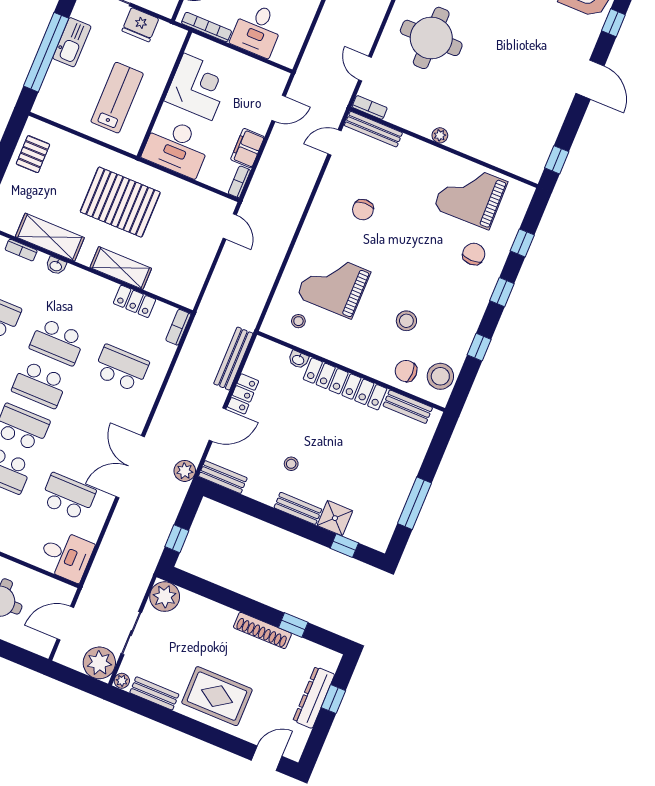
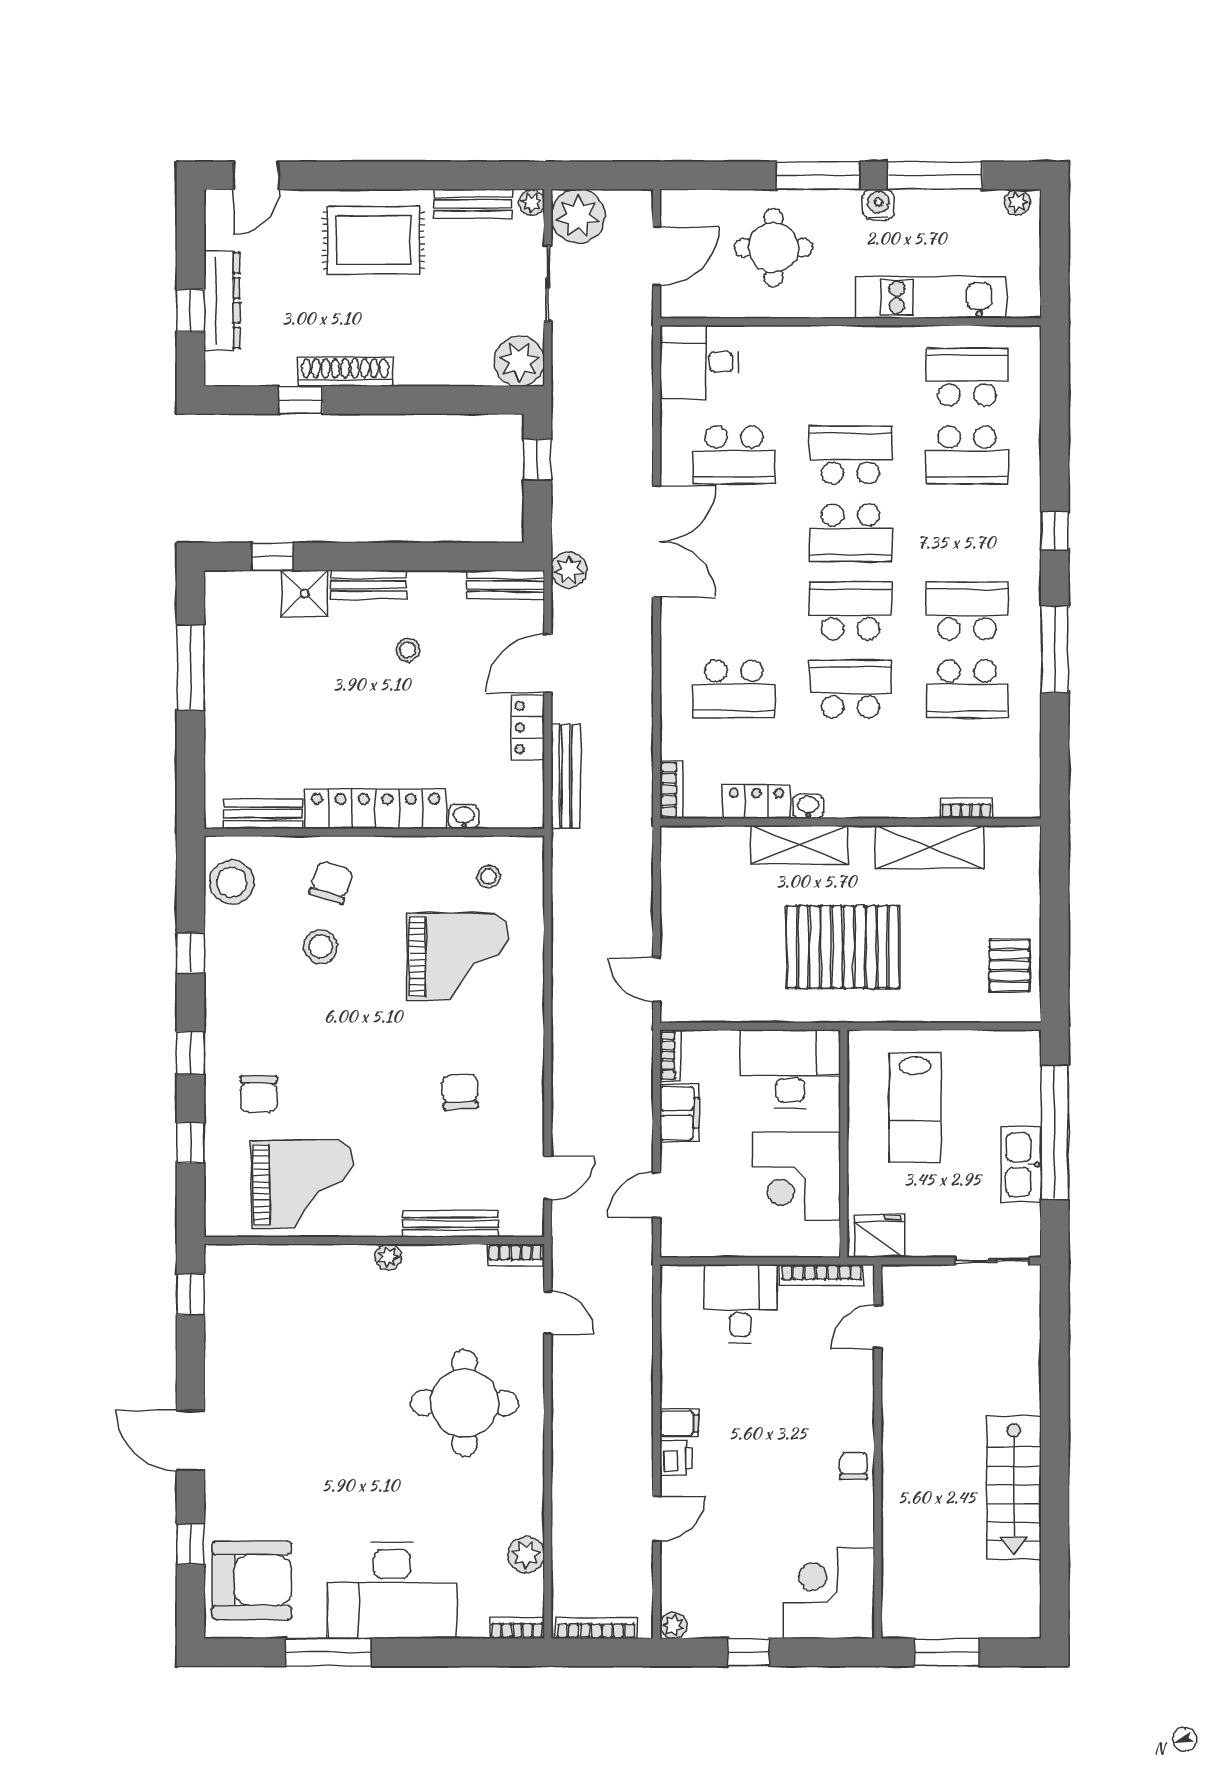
fridge: (140, 25) -> (880, 1236), moved
bench: (373, 129) -> (451, 1224), moved
washbasin: (56, 266) -> (808, 806), moved
chair: (406, 371) -> (331, 882), moved, turned -72

